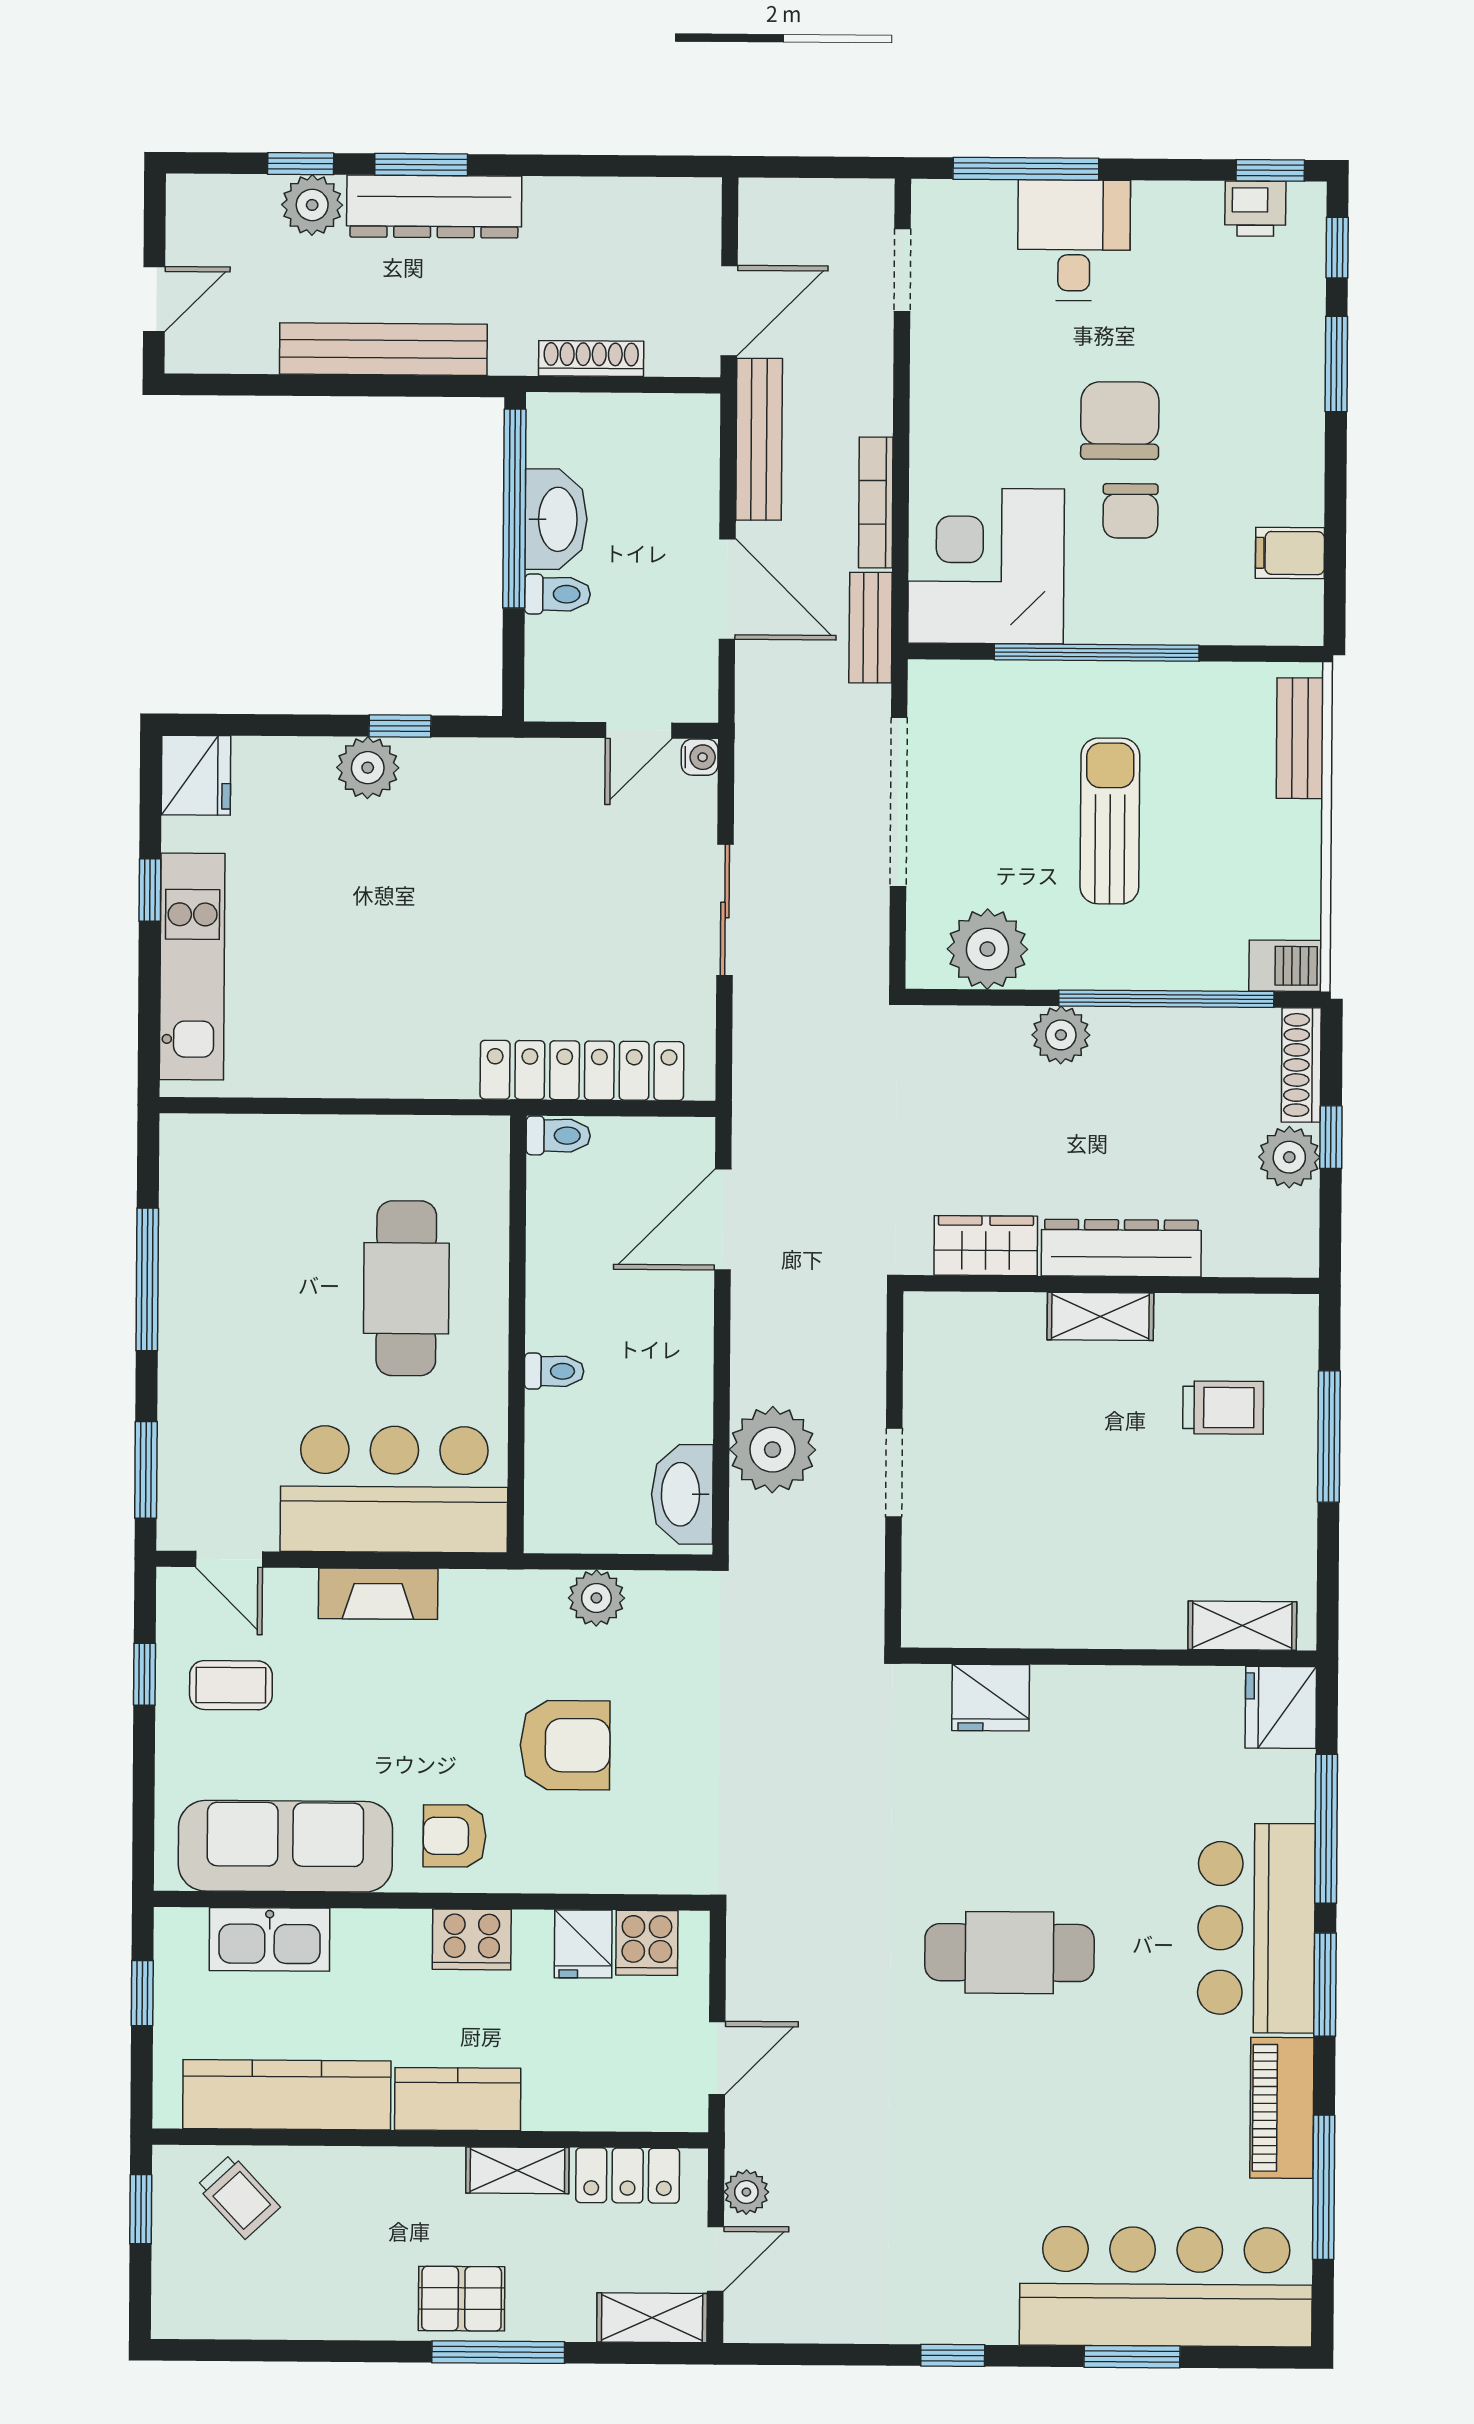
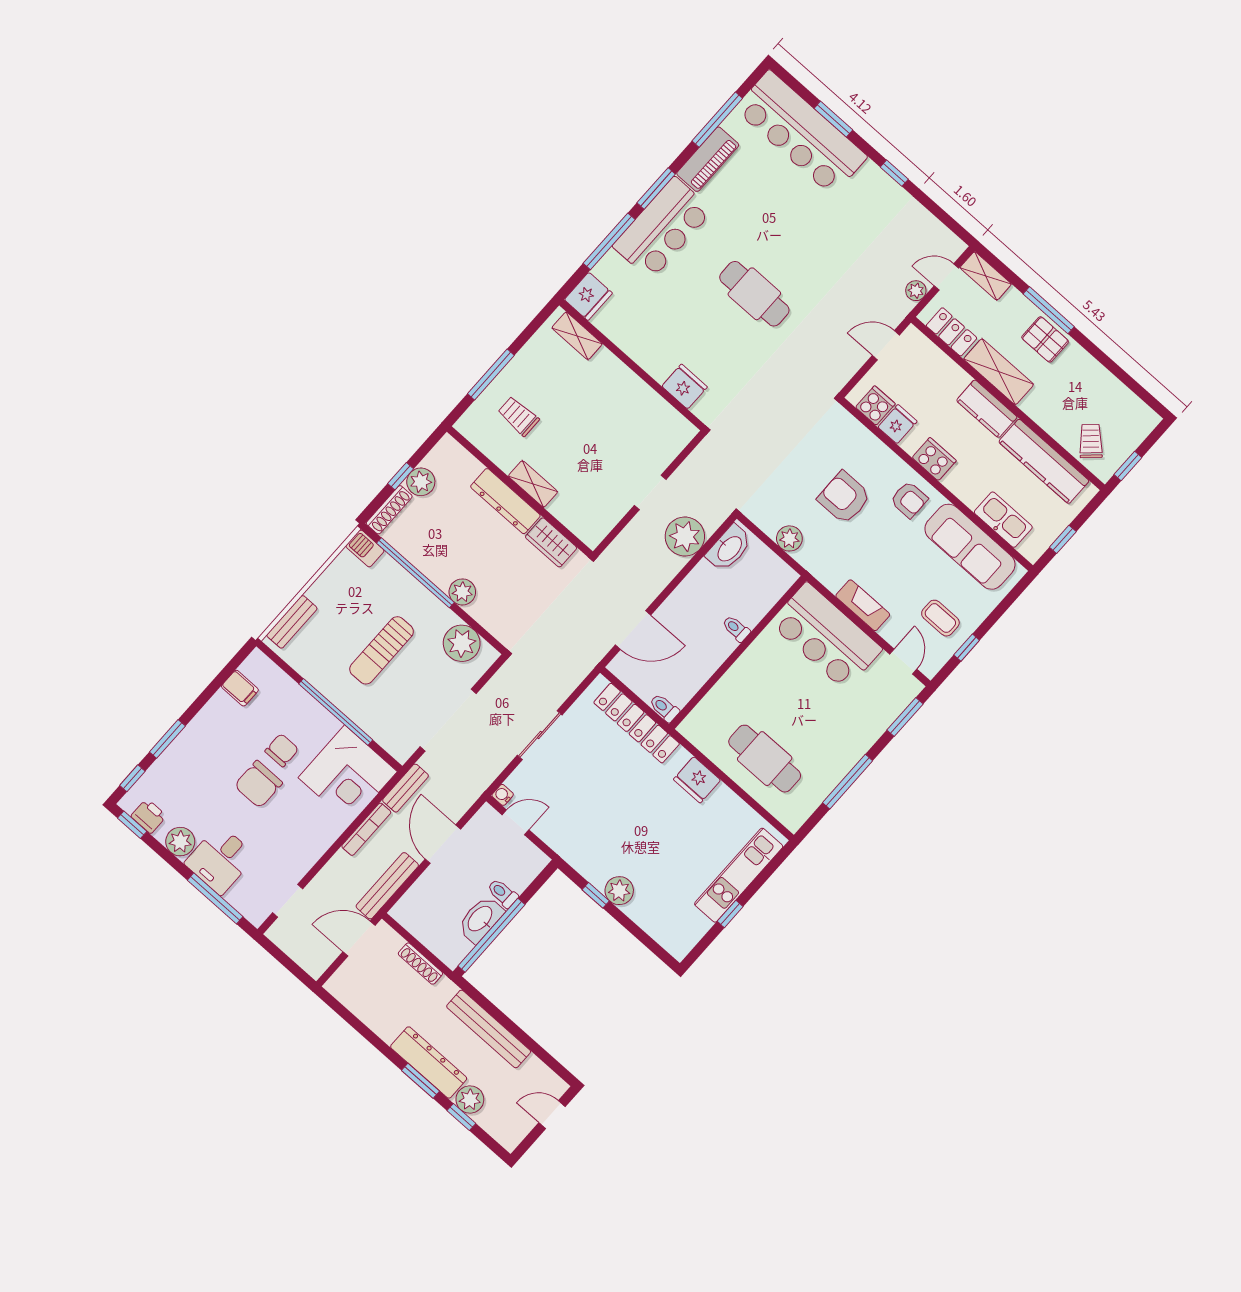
plant: (1166, 212) -> (180, 842), added
fridge: (196, 775) -> (697, 780), moved, turned -90
cafe table: (406, 1288) -> (765, 759), moved, turned 90
shelving: (517, 2170) -> (999, 372), width x1.50, depth x1.33

